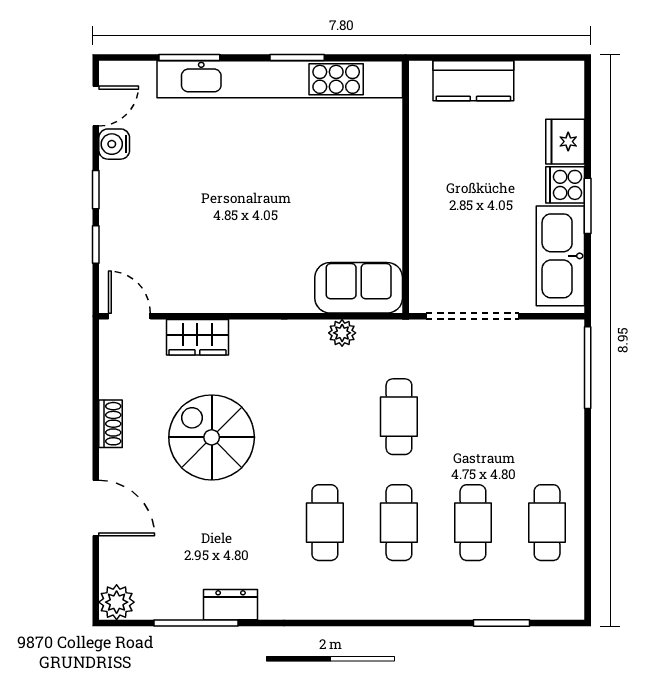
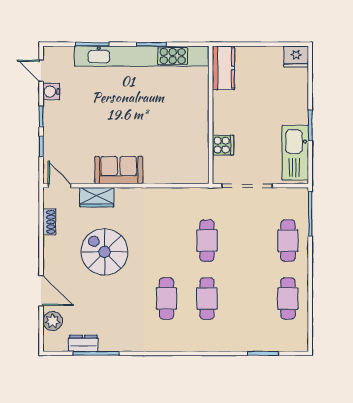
kitchen counter: (473, 81) -> (223, 68), moved, turned -90
door: (96, 106) -> (41, 71), swing flipped
fridge: (565, 142) -> (296, 57), moved, turned -90
cooker: (565, 185) -> (223, 145), moved, turned 180
sofa: (359, 288) -> (119, 170), moved
plant: (342, 333) -> (176, 195), removed
shoe rack: (111, 424) -> (49, 222), moved
cafe table: (473, 523) -> (288, 241), moved
plant: (117, 602) -> (53, 321), moved
dresser: (231, 605) -> (83, 343), moved

